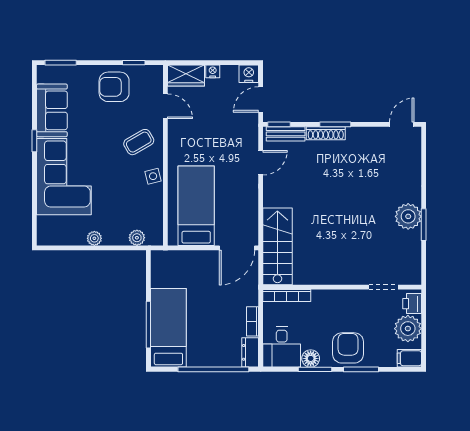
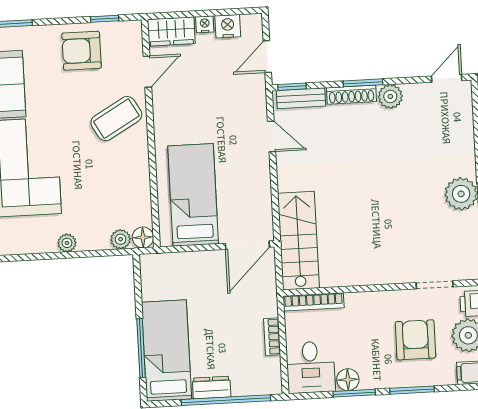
nightstand: (249, 74) -> (228, 26), moved
door: (165, 106) -> (147, 72), hinge flipped
plant: (356, 136) -> (390, 96), added
coffee table: (139, 142) -> (116, 119), width x1.36, depth x1.30
door: (261, 163) -> (272, 136), hinge flipped
side table: (153, 176) -> (137, 161), removed
floor lamp: (155, 237) -> (143, 237), added
armchair: (348, 348) -> (416, 340), moved
dresser: (250, 352) -> (212, 388), moved, turned 90

